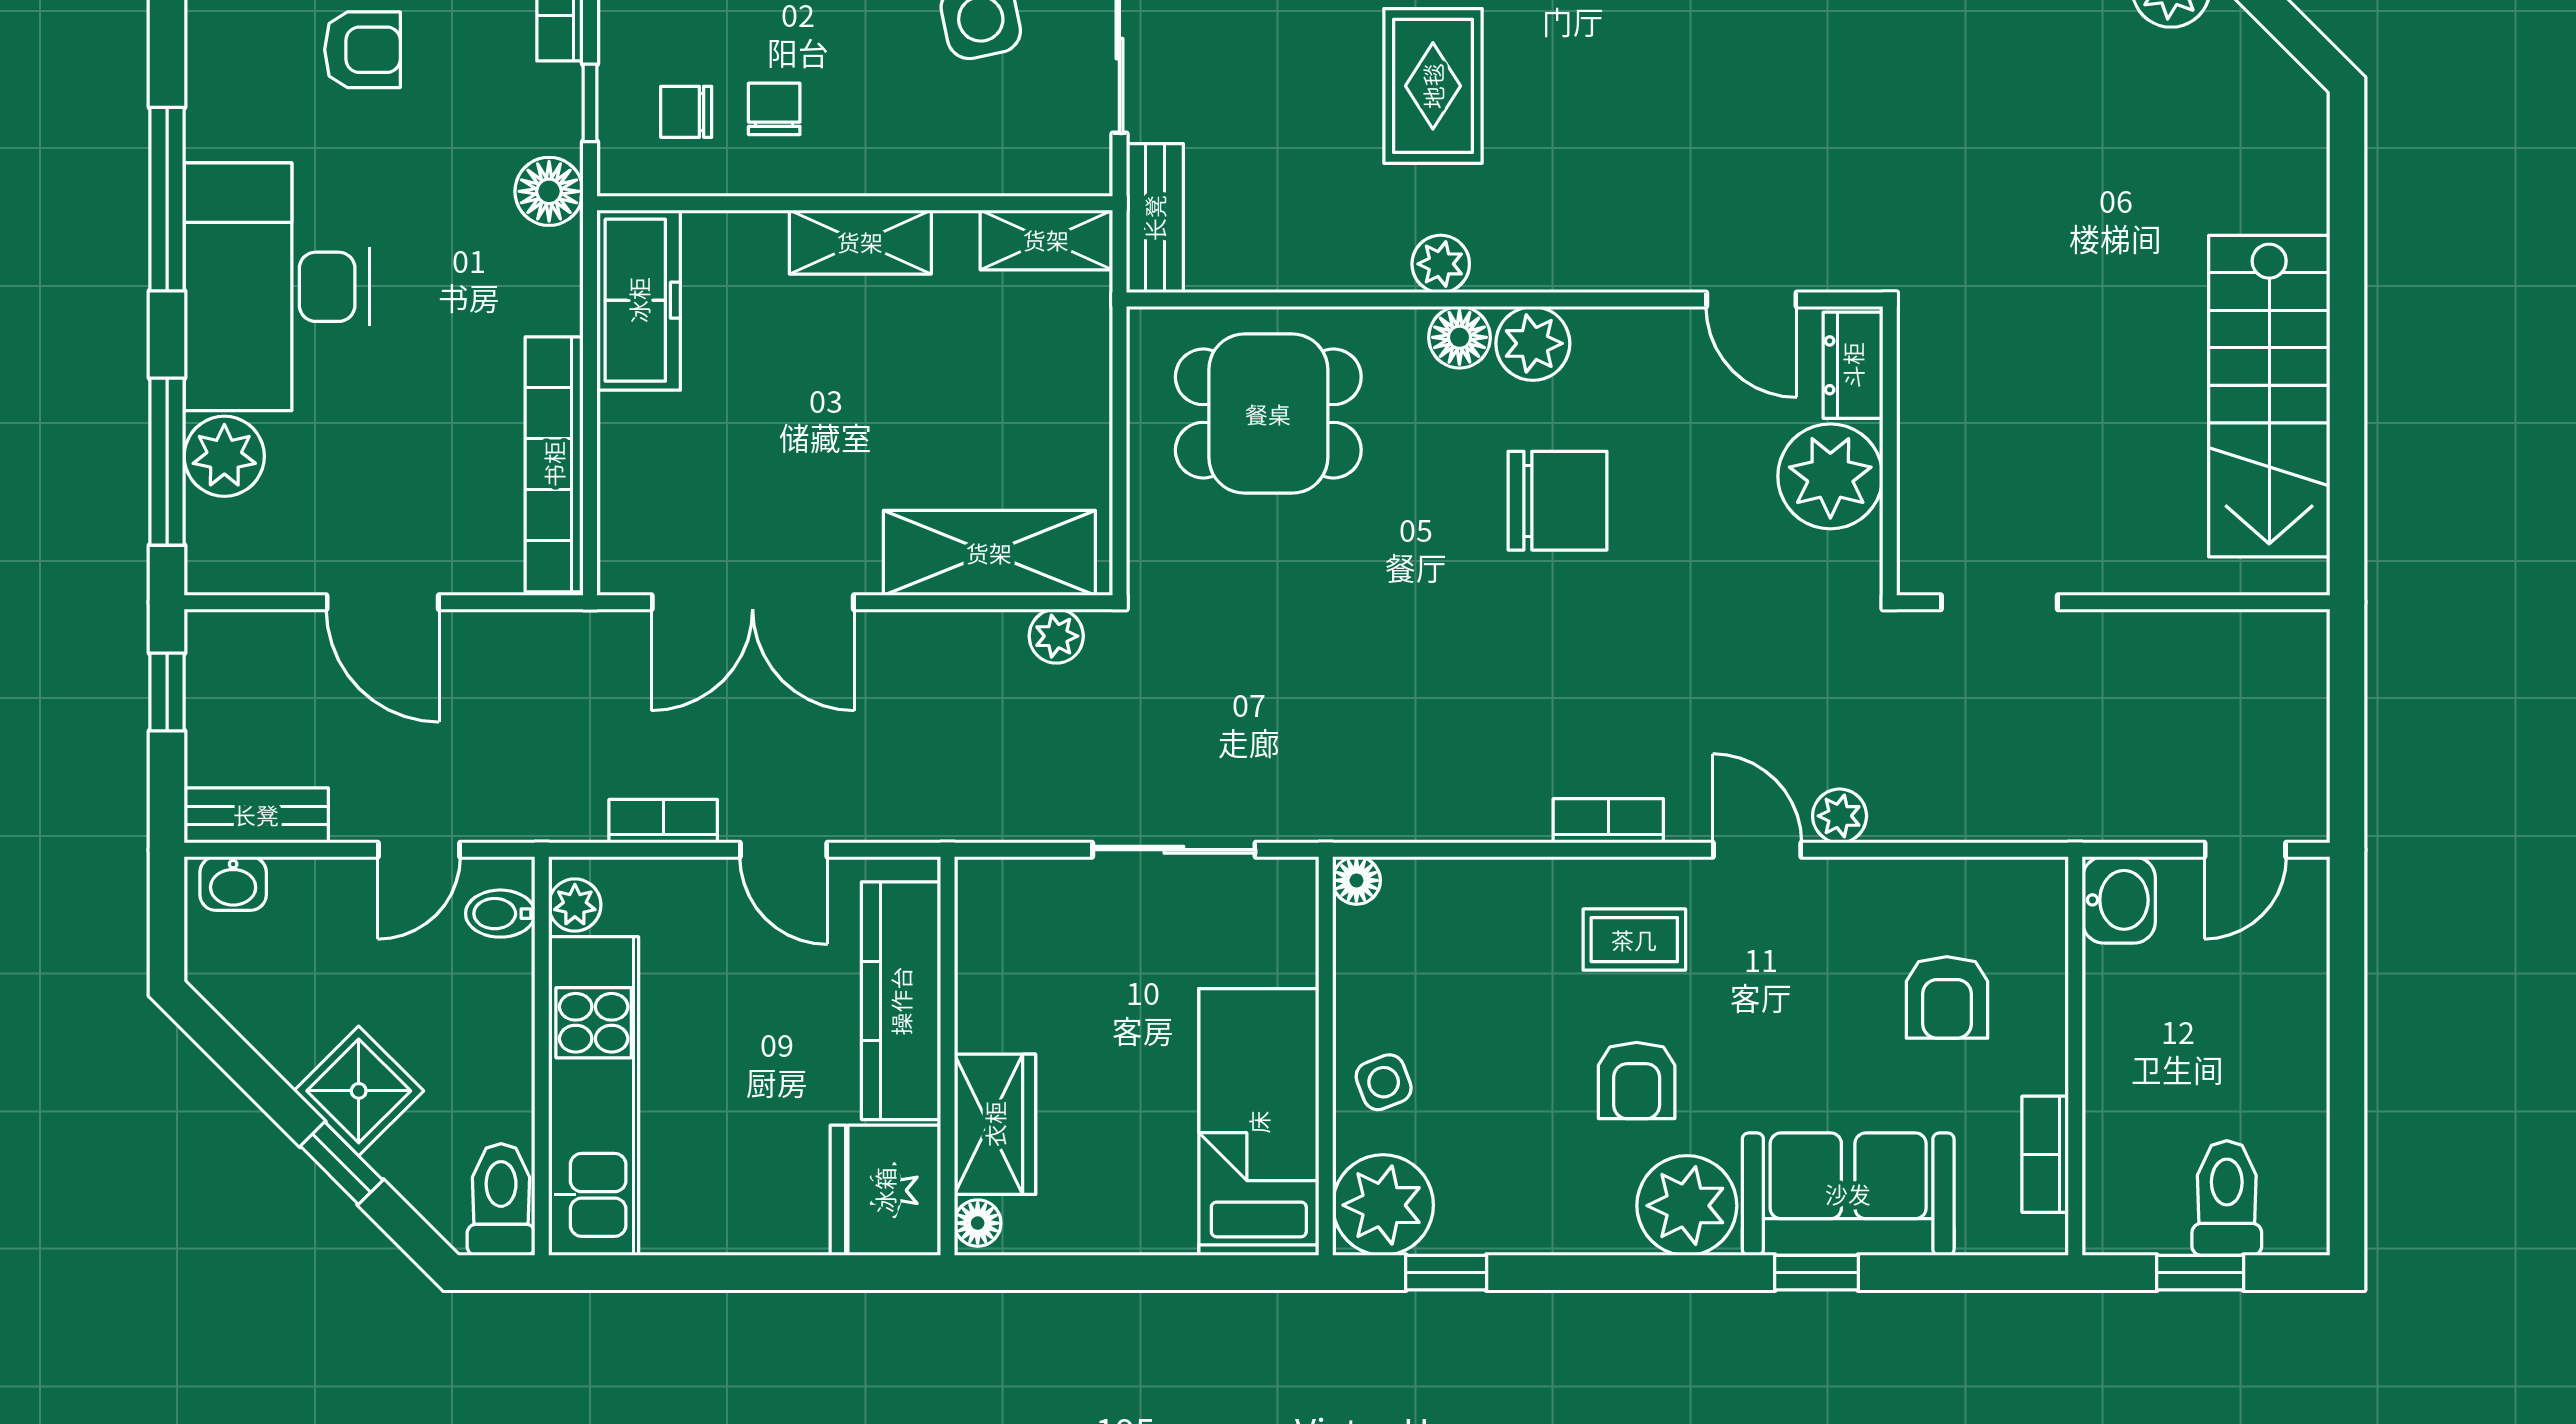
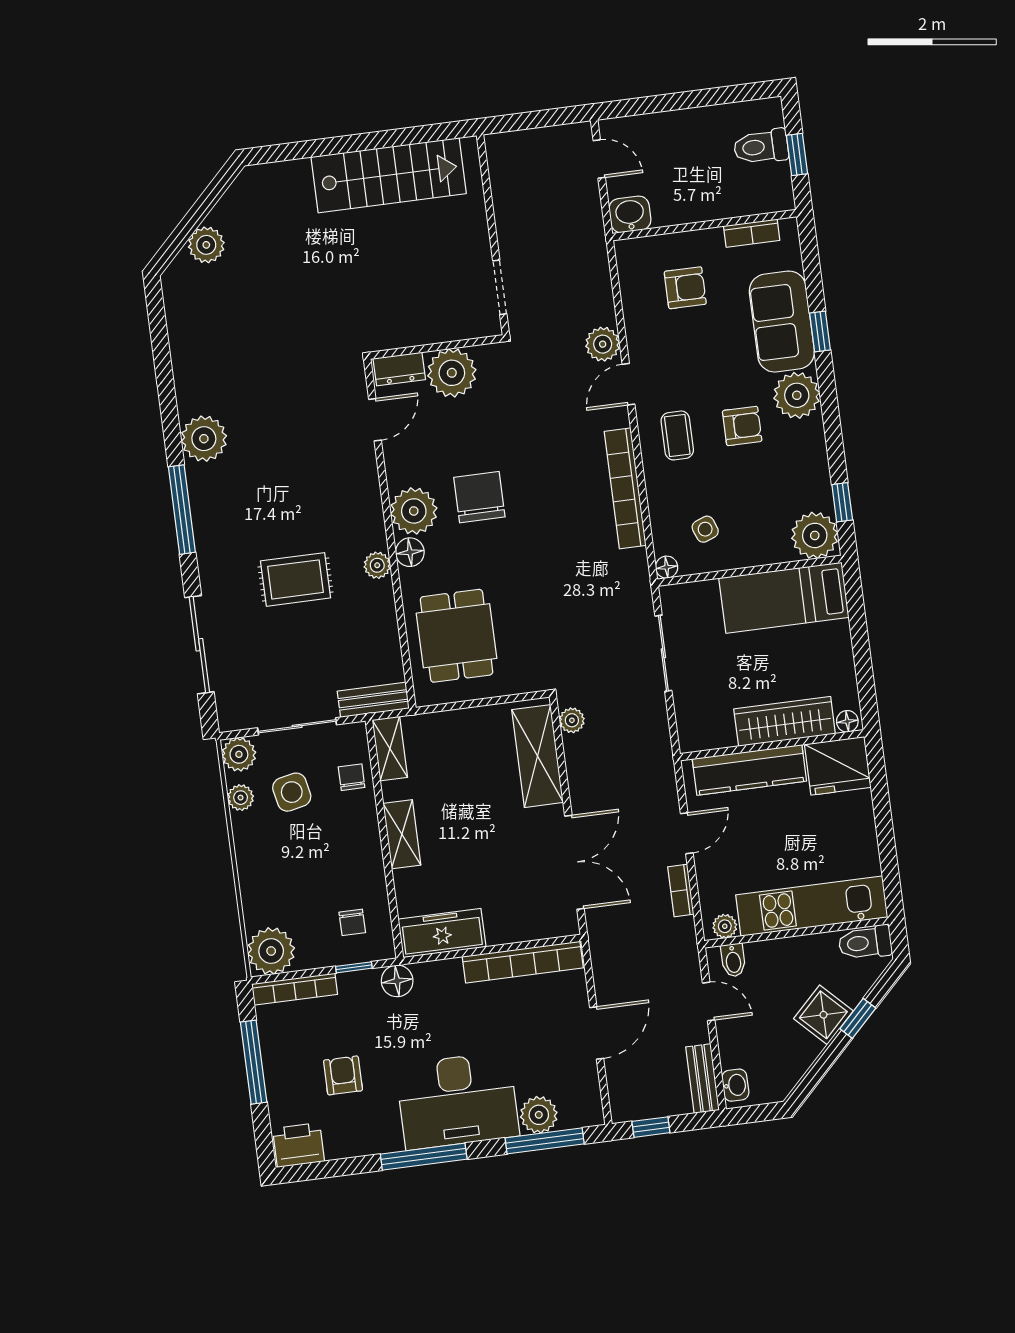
chair: (774, 109) -> (352, 777), moved, turned 90
plant: (1533, 343) -> (414, 511), width x1.36, depth x1.36
plant: (1840, 816) -> (603, 344), width x1.38, depth x1.38
bookcase: (1608, 821) -> (625, 488), width x2.31, depth x1.31
side table: (1384, 1082) -> (705, 529), moved
wardrobe: (995, 1124) -> (785, 721), width x1.50

